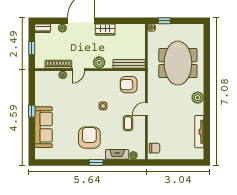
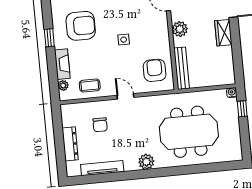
coffee table: (128, 123) -> (90, 86), moved
chair: (155, 148) -> (100, 125), moved
dresser: (178, 154) -> (70, 144), added

